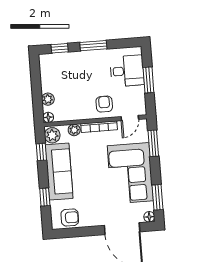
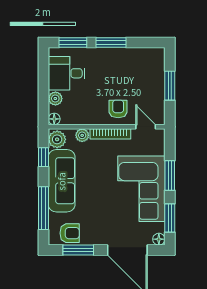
window: (60, 48) -> (73, 42), width x1.50
desk: (127, 71) -> (67, 73), moved, turned 180
door: (130, 118) -> (146, 127), swing flipped
window: (153, 143) -> (170, 175), moved
window: (45, 197) -> (43, 208), width x2.17
window: (78, 232) -> (78, 250), added

